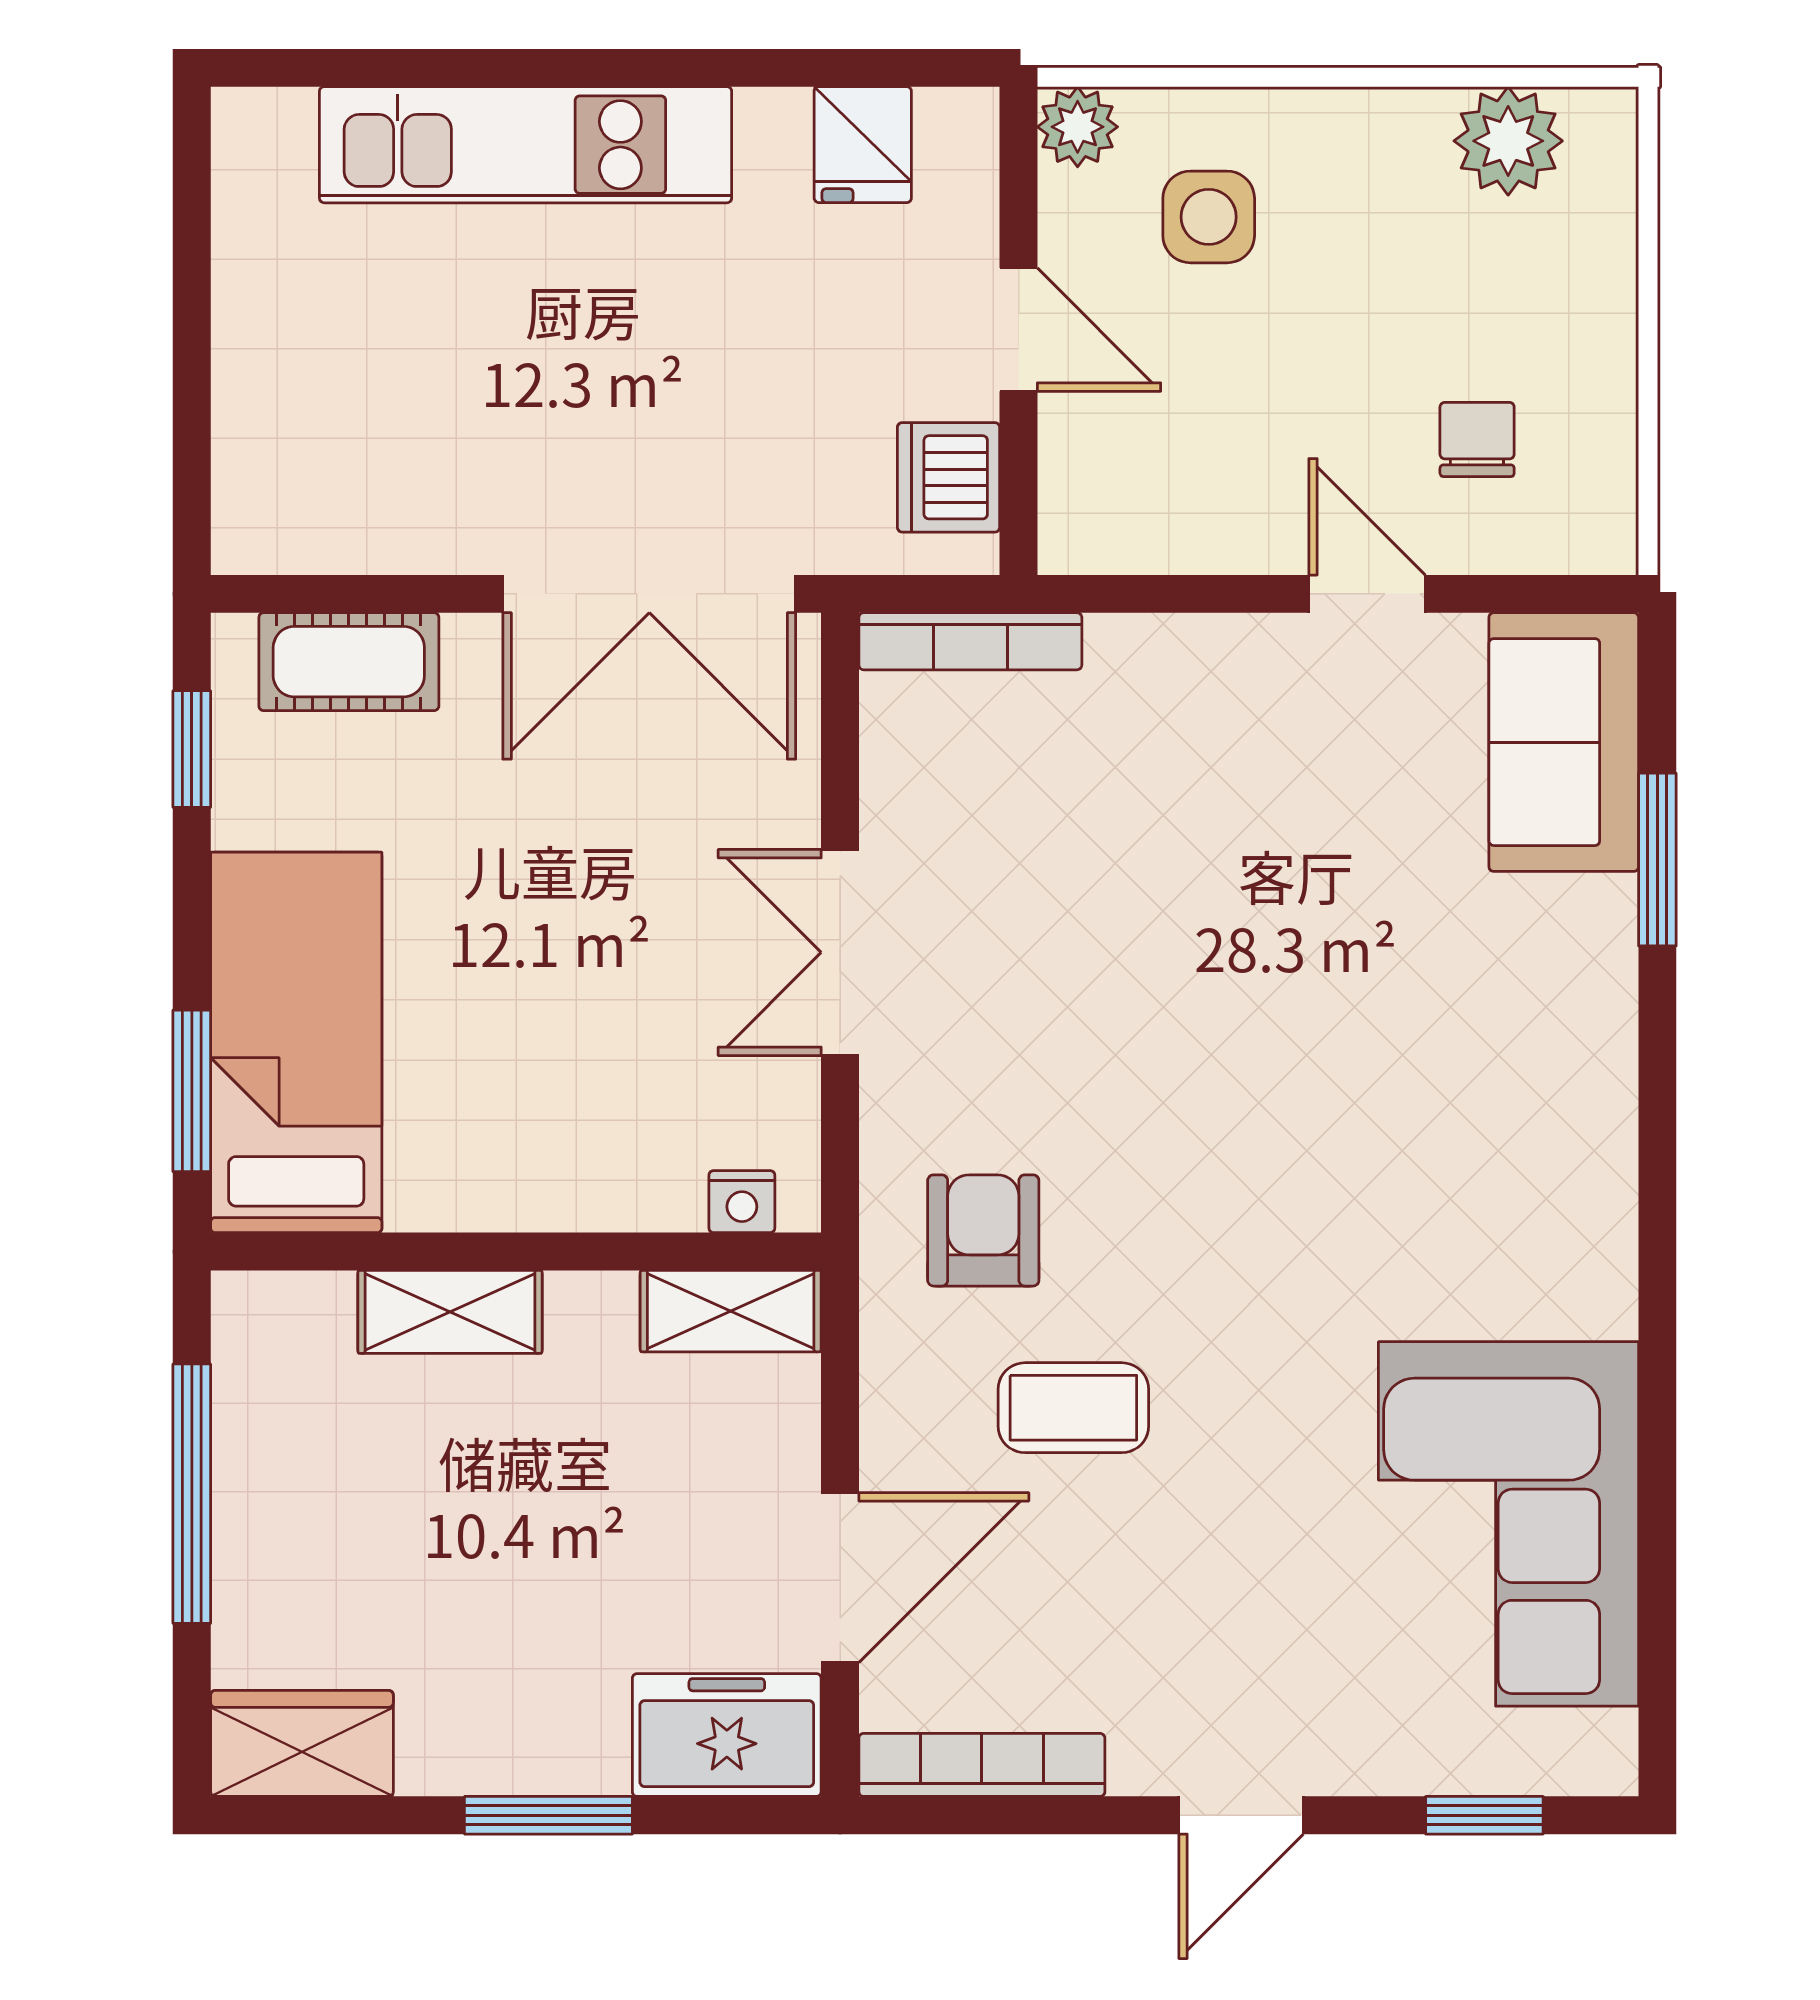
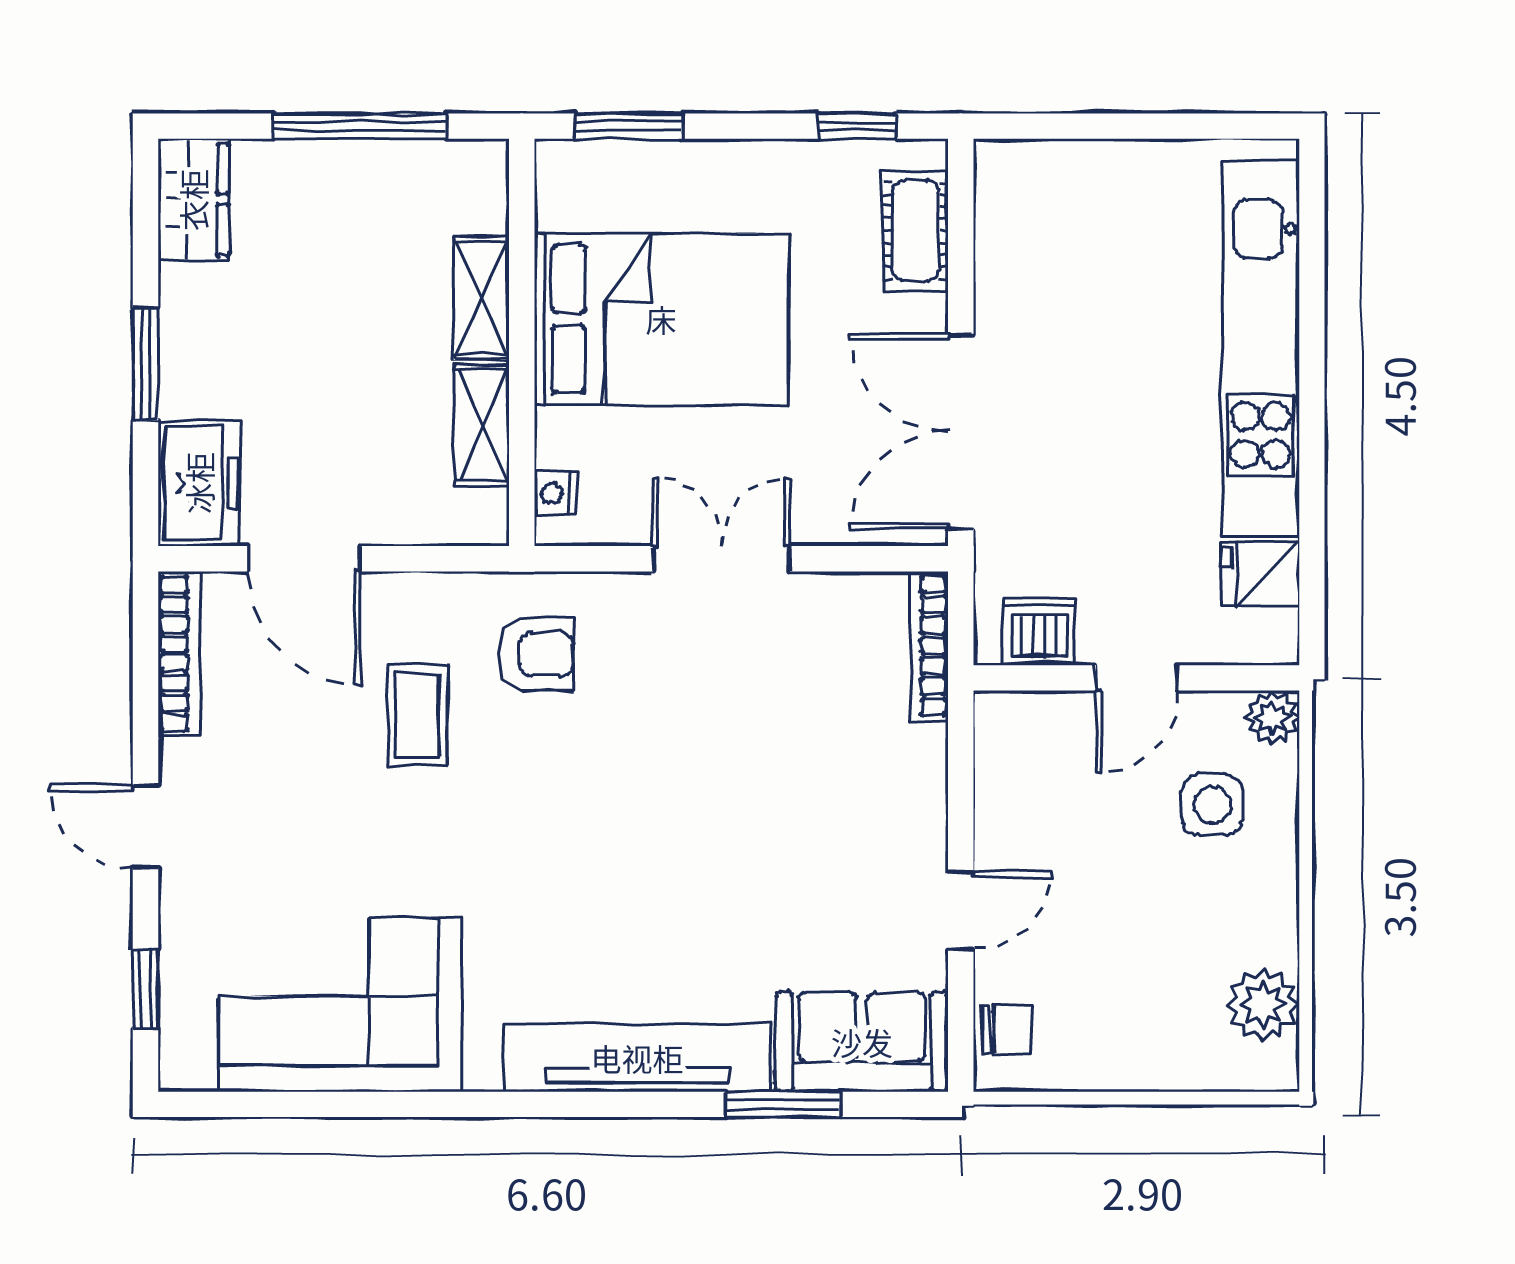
kitchen unit: (526, 145) -> (1261, 349), width x1.36
chair: (1477, 440) -> (1007, 1029), moved
bed: (296, 1042) -> (661, 319), moved, width x1.50
tv unit: (1587, 1079) -> (637, 1058), added
shelving: (731, 1311) -> (482, 425), moved

